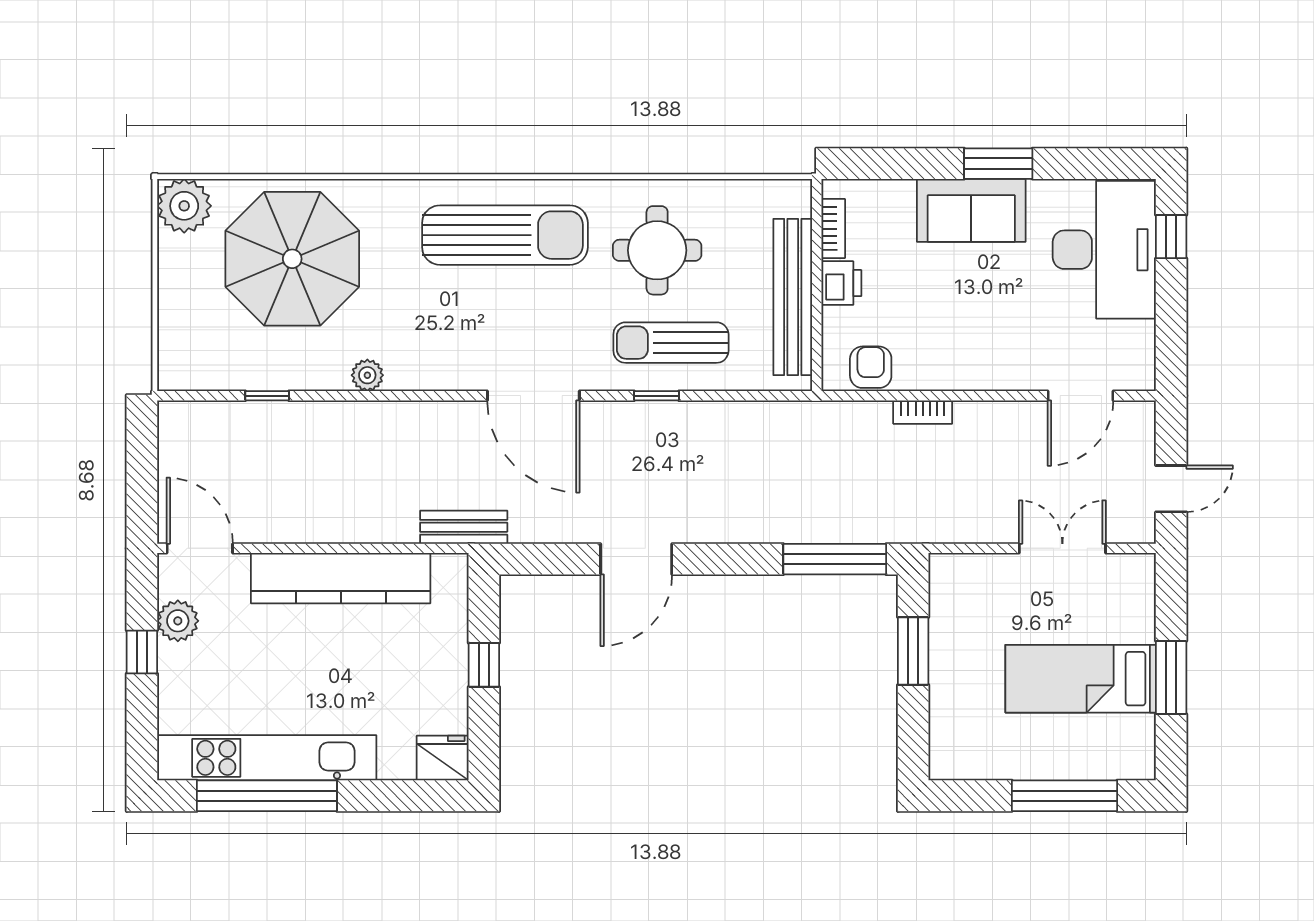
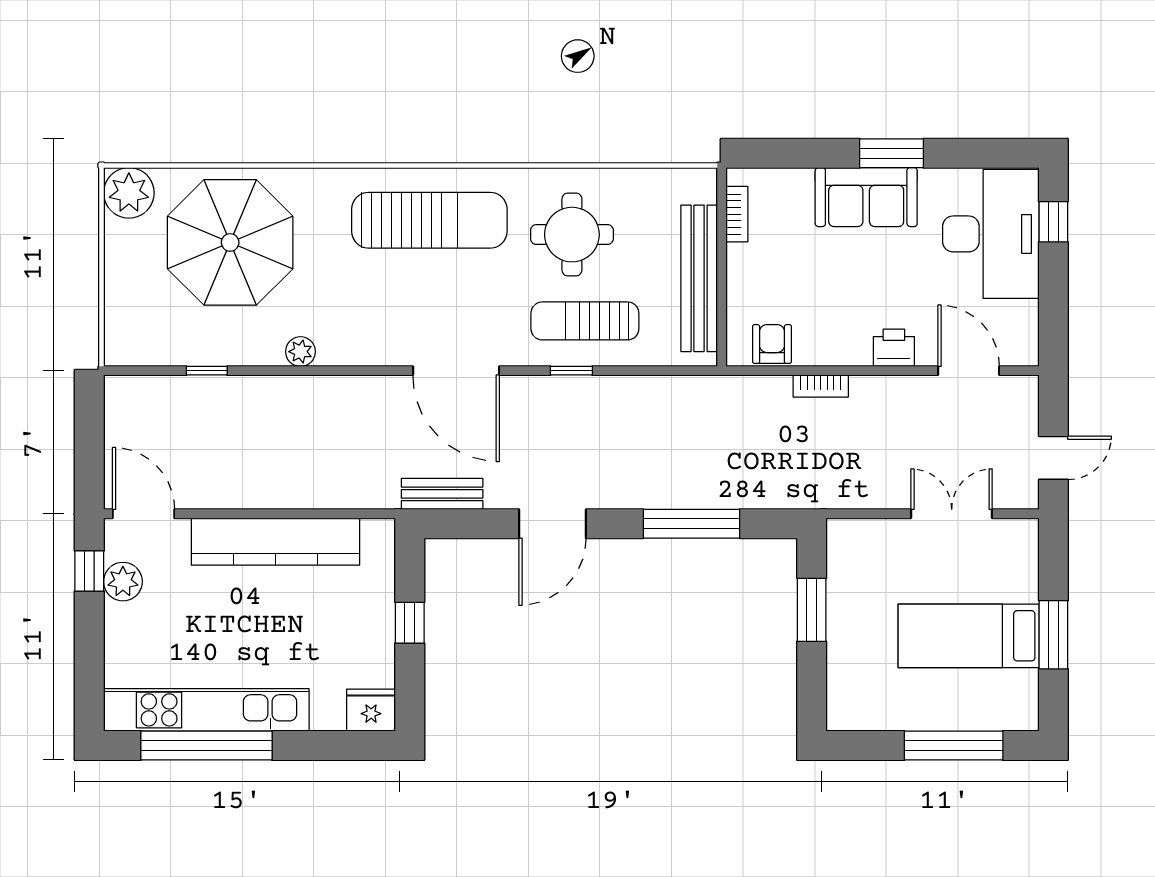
printer: (841, 283) -> (894, 348), moved, turned -90
door: (1081, 396) -> (969, 371), swing flipped
bench: (464, 527) -> (442, 494), moved
window: (835, 559) -> (691, 524), moved
window: (142, 652) -> (89, 571), moved

